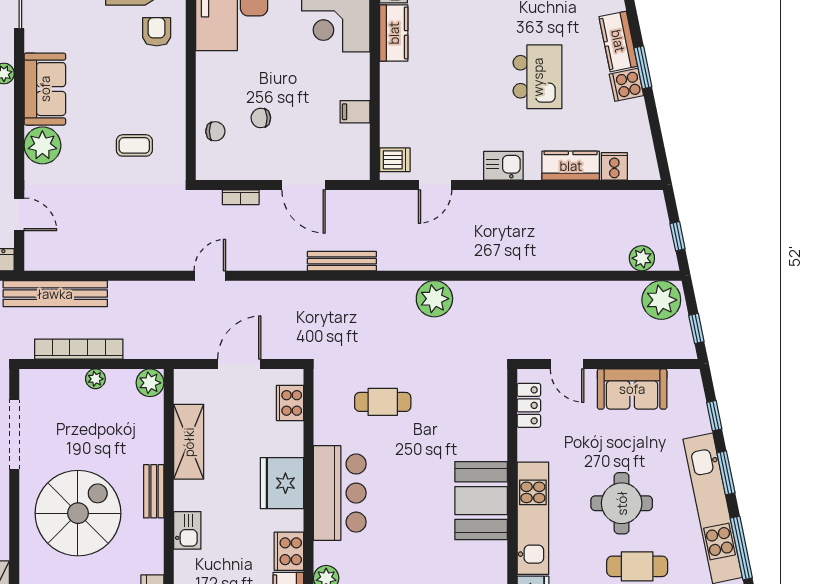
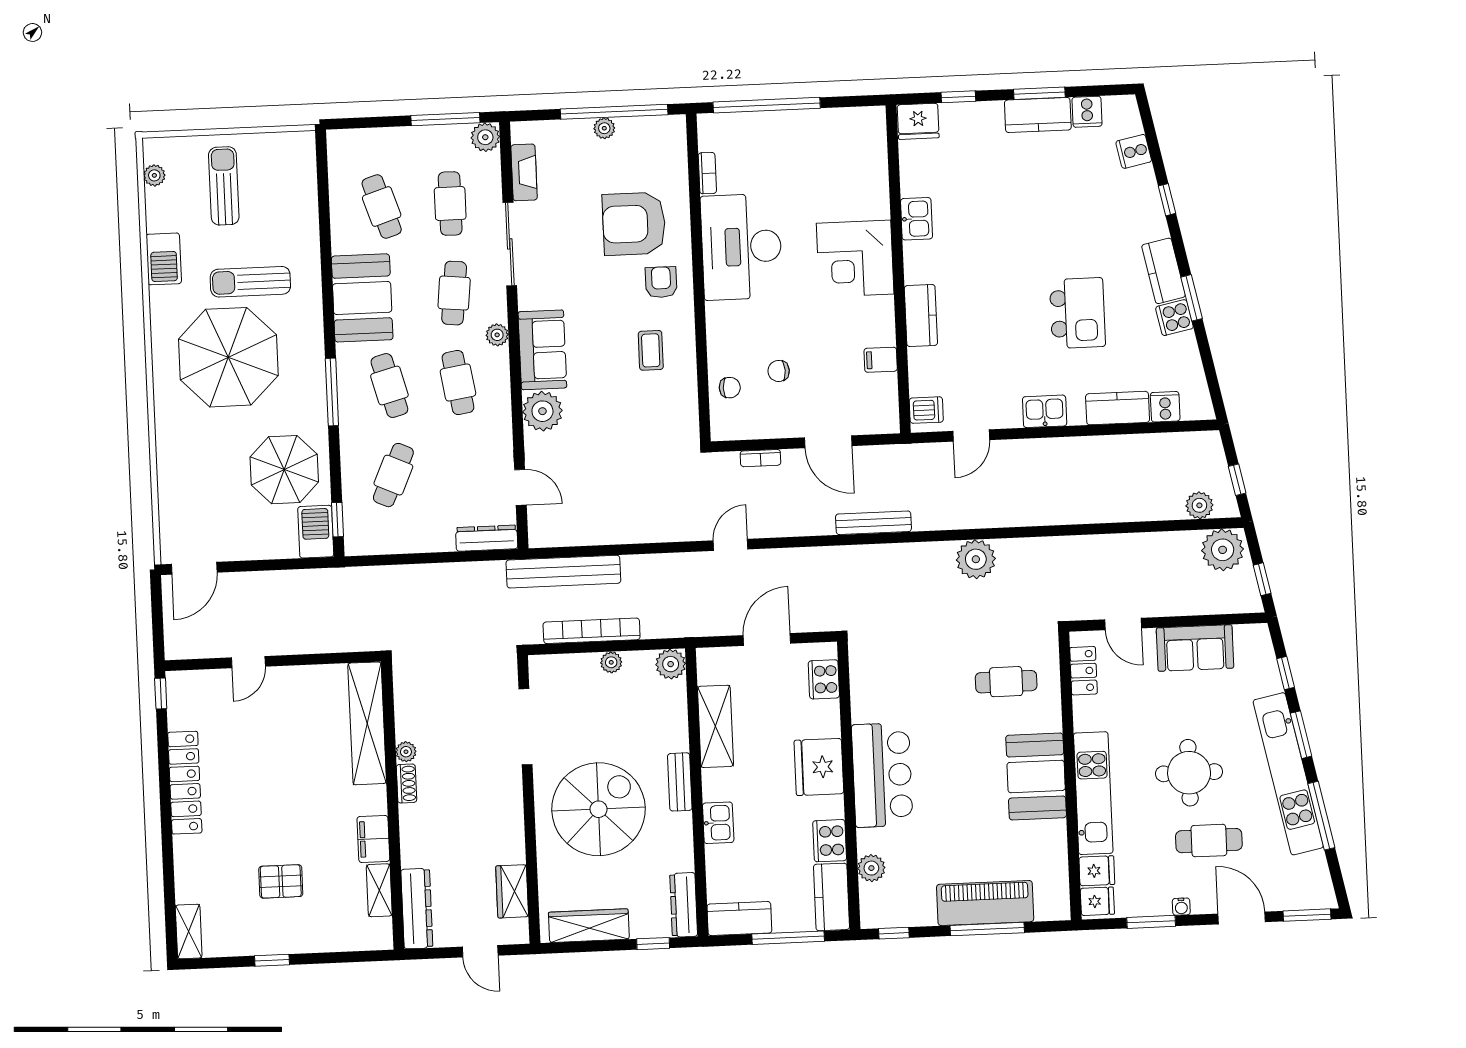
kitchen counter: (394, 33) -> (921, 316), moved
coffee table: (134, 145) -> (651, 350), moved, turned 90
cafe table: (383, 402) -> (1006, 682), moved

